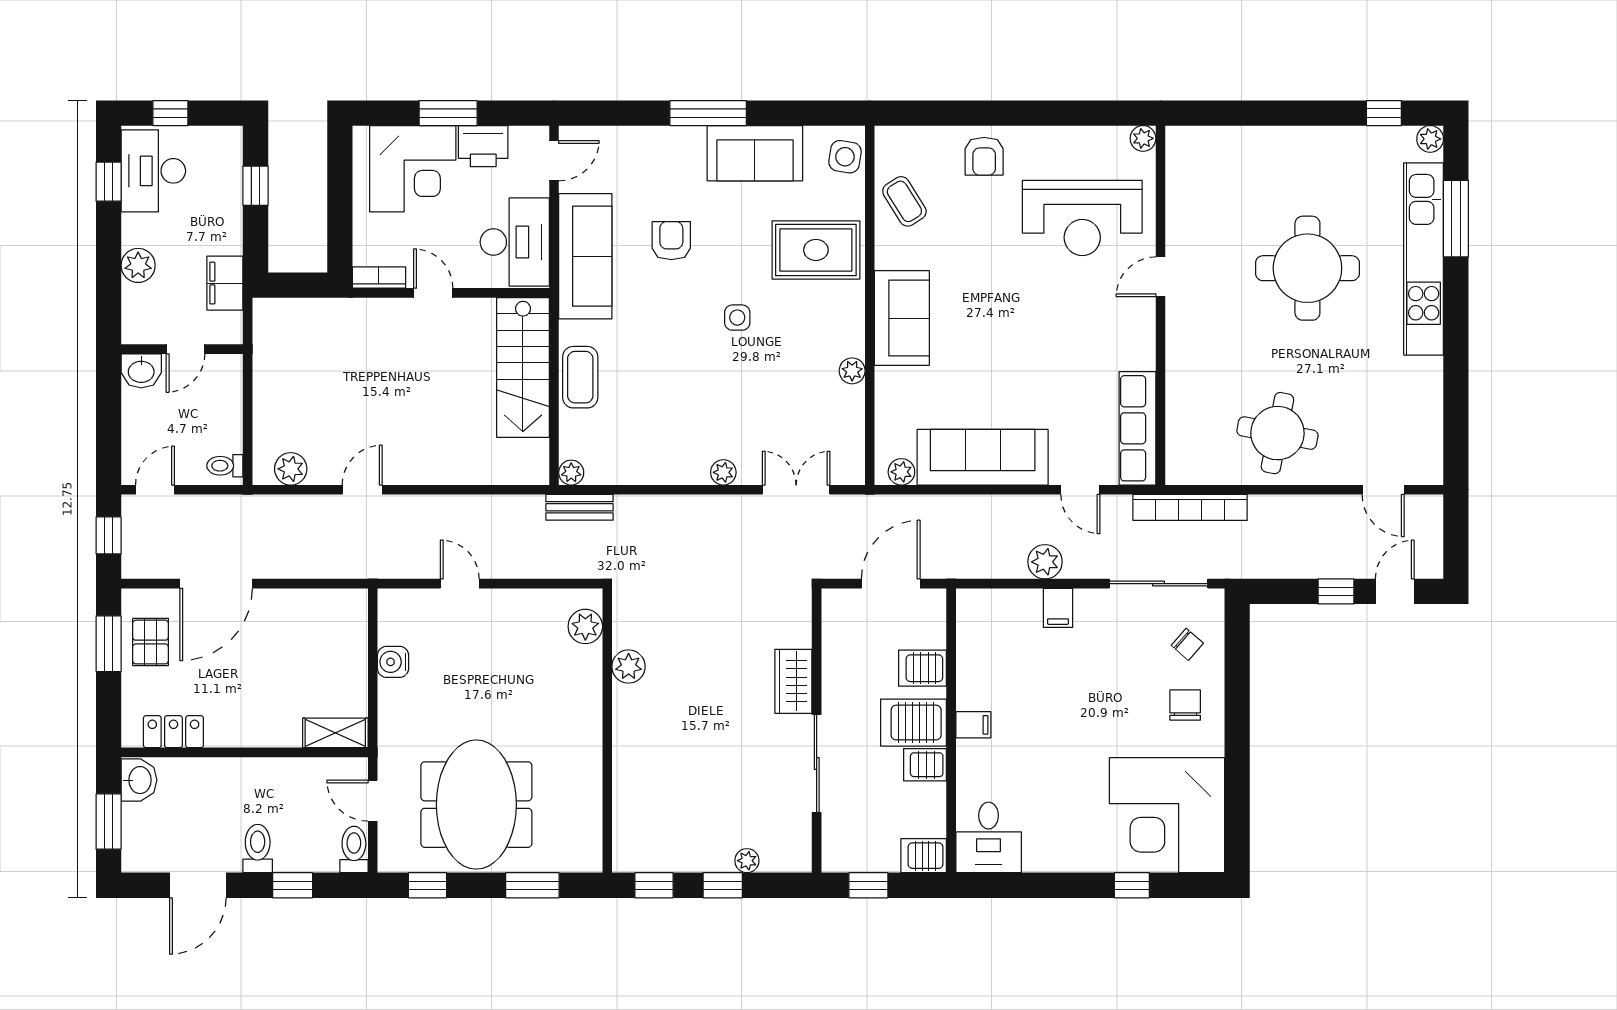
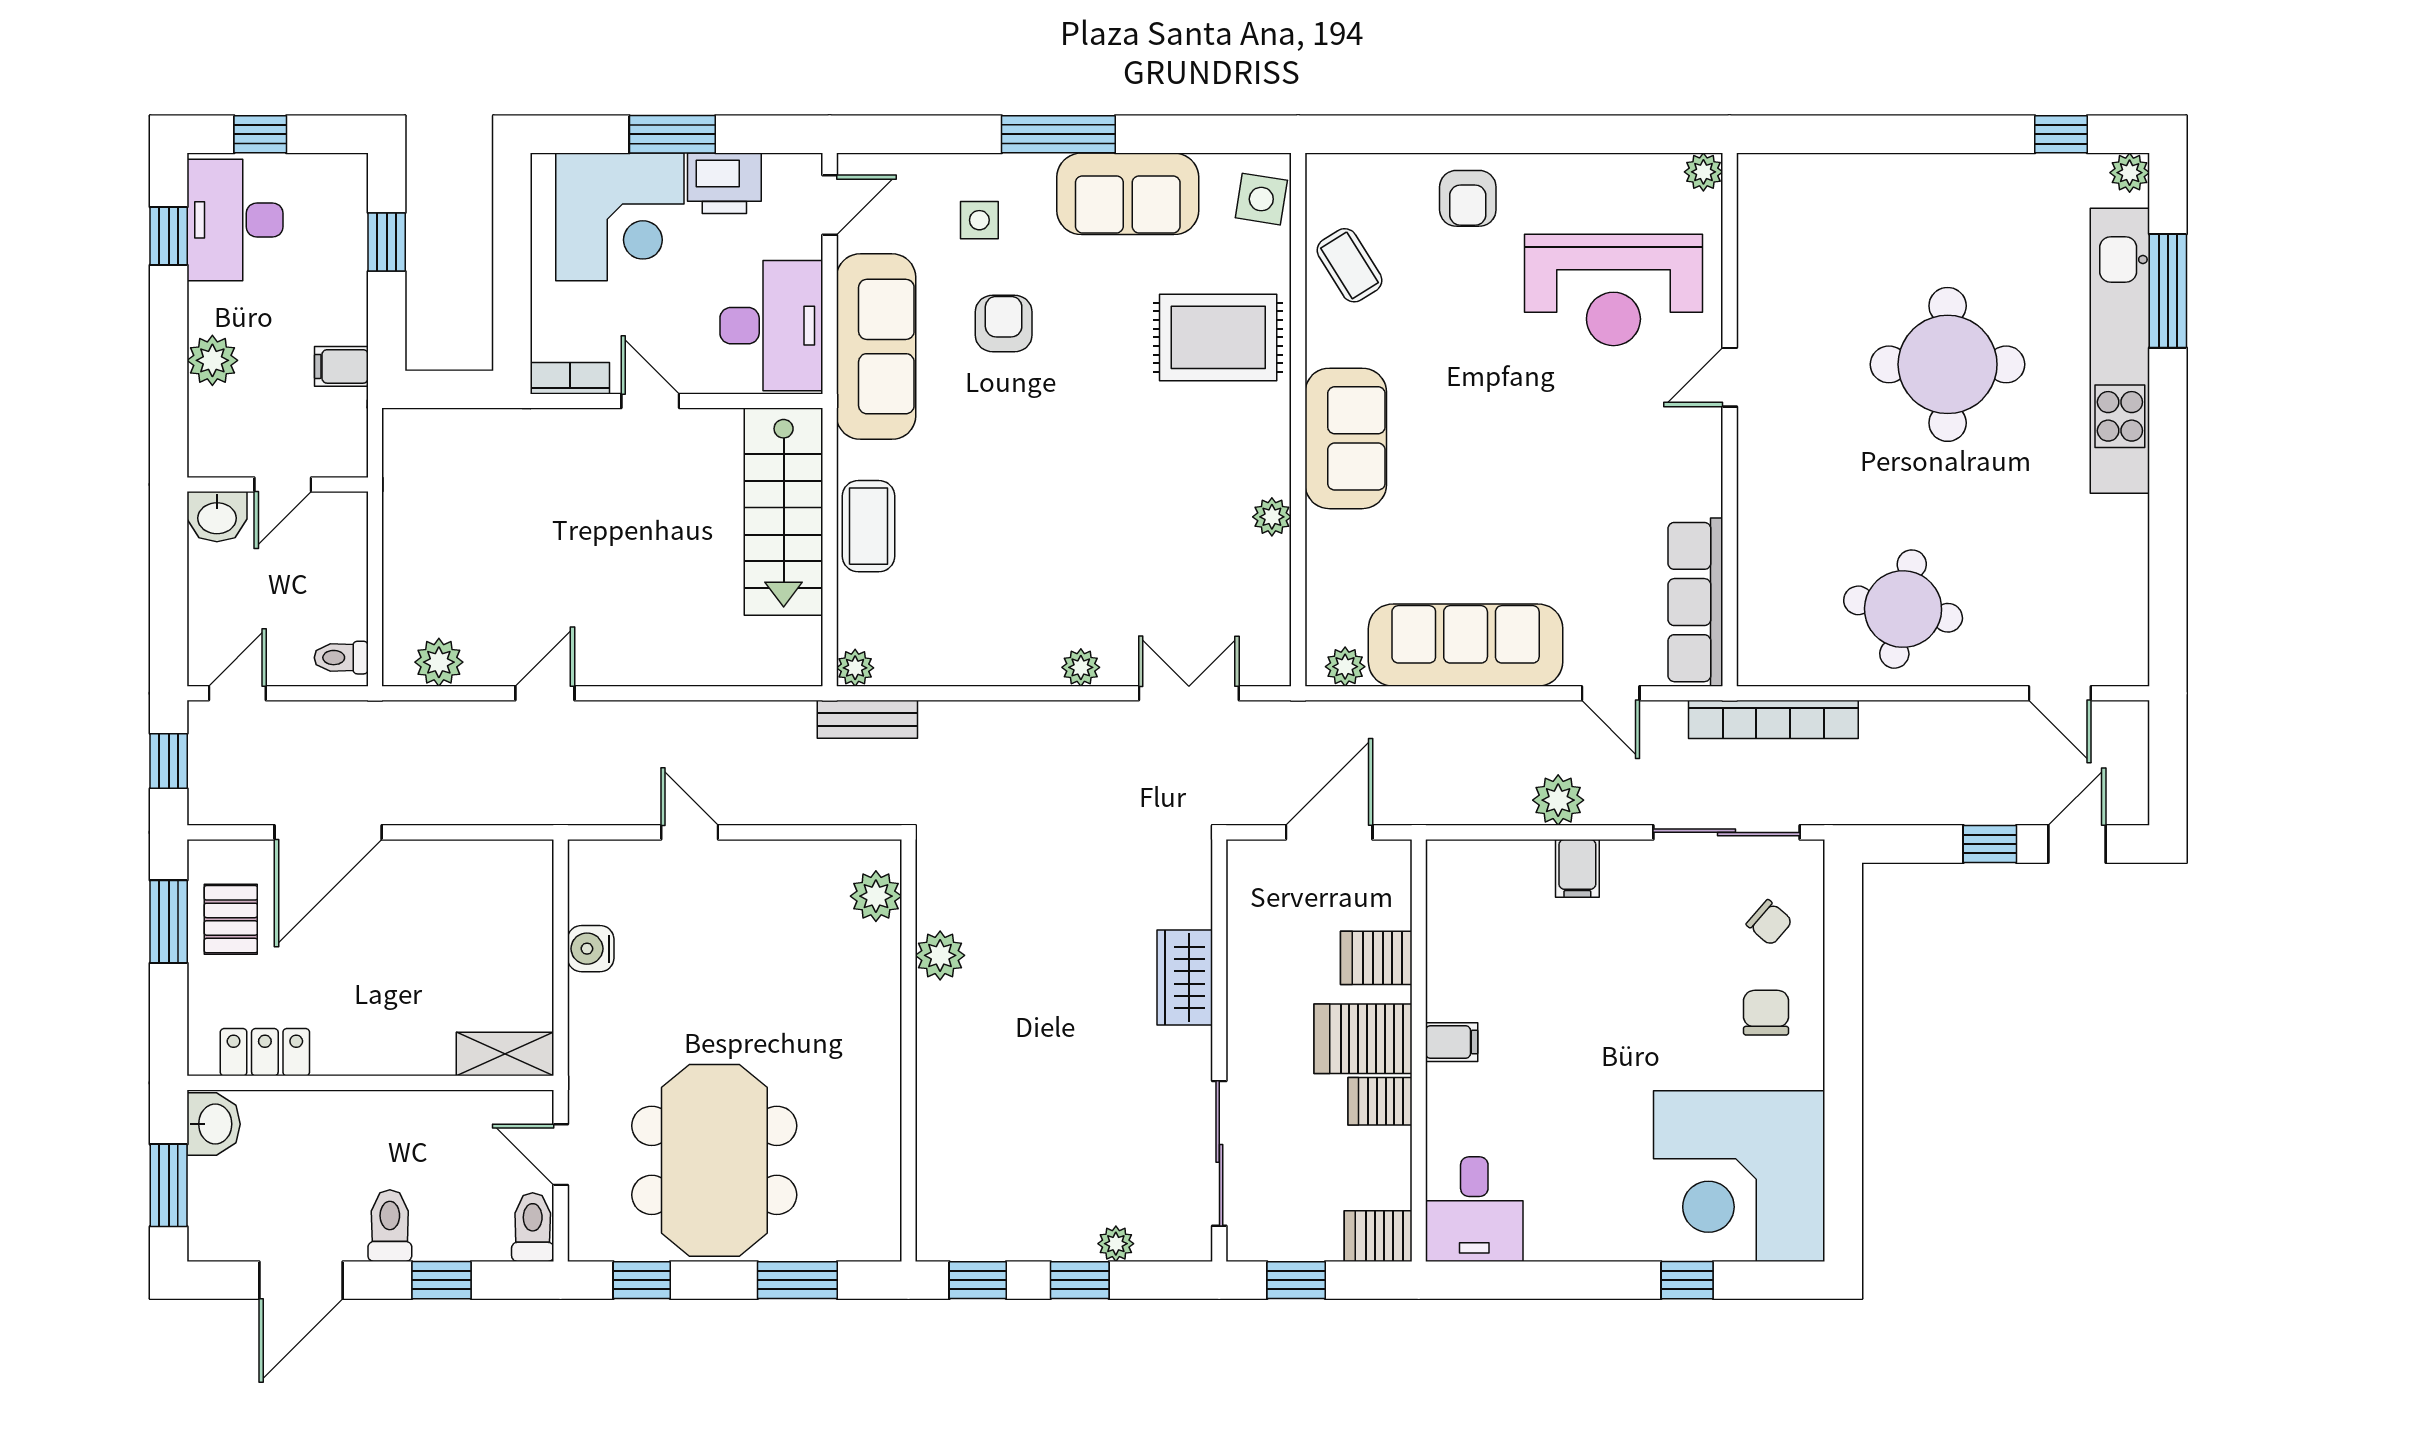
filing cabinet: (225, 283) -> (341, 366), width x0.50
side table: (737, 318) -> (979, 220), moved
sliding door: (817, 764) -> (1219, 1153), moved

